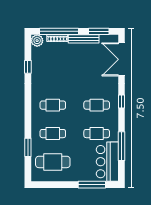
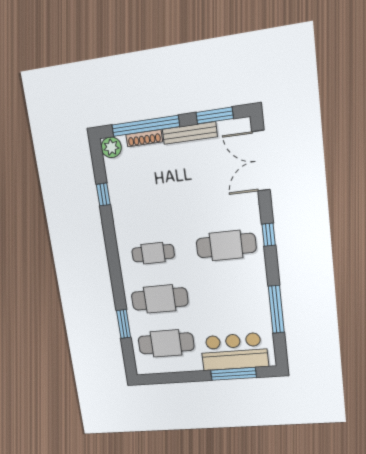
cafe table: (97, 105) -> (226, 245), width x1.37, depth x1.35
cafe table: (53, 134) -> (160, 299), width x1.37, depth x1.35
cafe table: (97, 134) -> (232, 293), removed
bar counter: (107, 162) -> (234, 352), moved, turned 90

